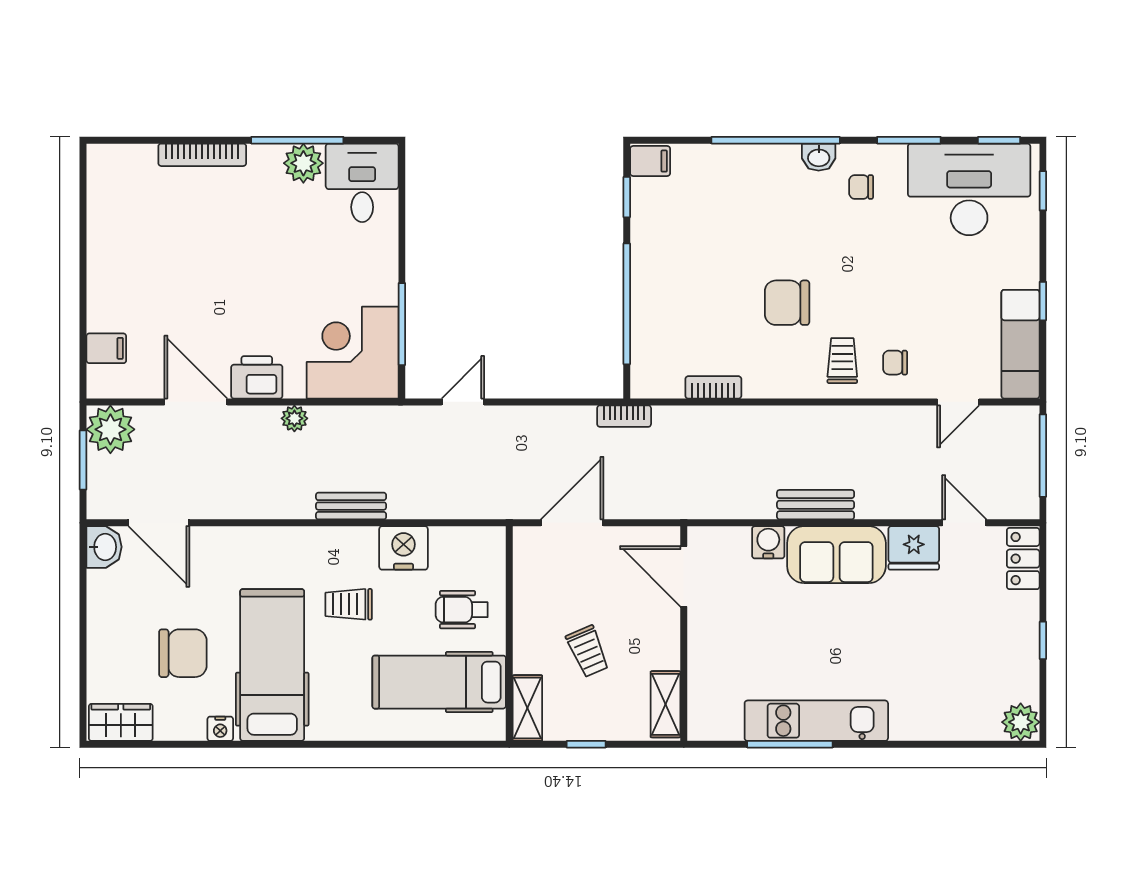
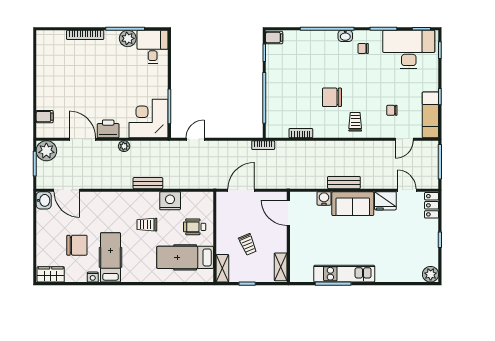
chair: (895, 363) -> (392, 110), moved
hospital bed: (272, 665) -> (110, 257), width x0.73, depth x0.78

